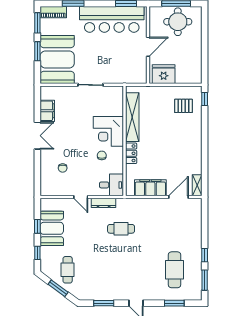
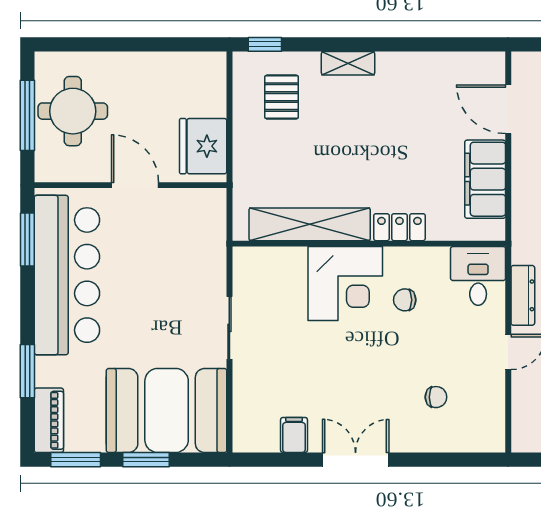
filing cabinet: (47, 111) -> (294, 435), width x0.50
shelving: (197, 185) -> (348, 63), moved

